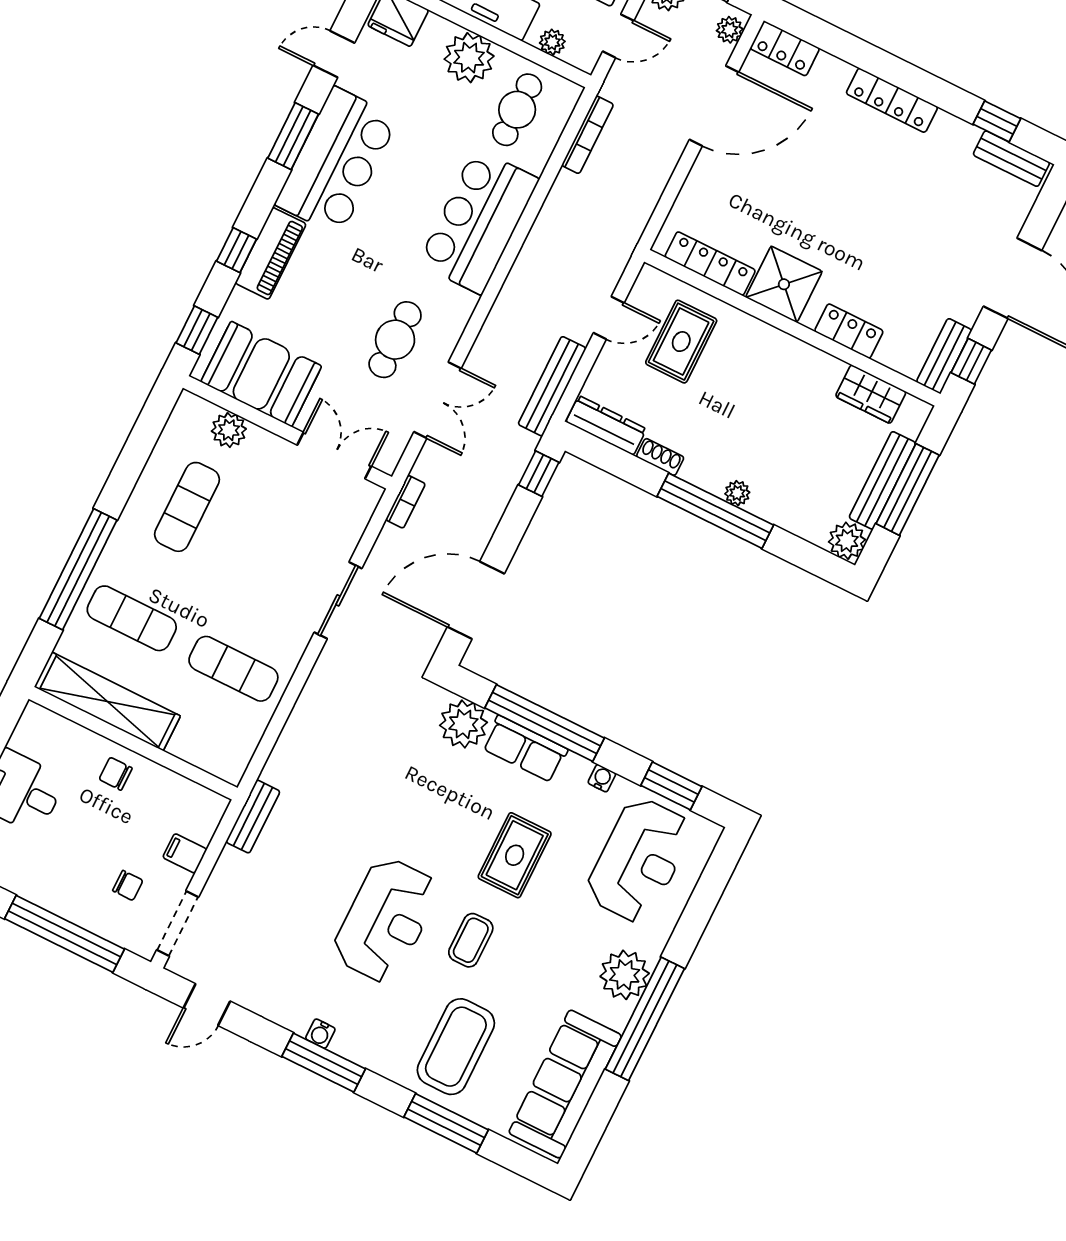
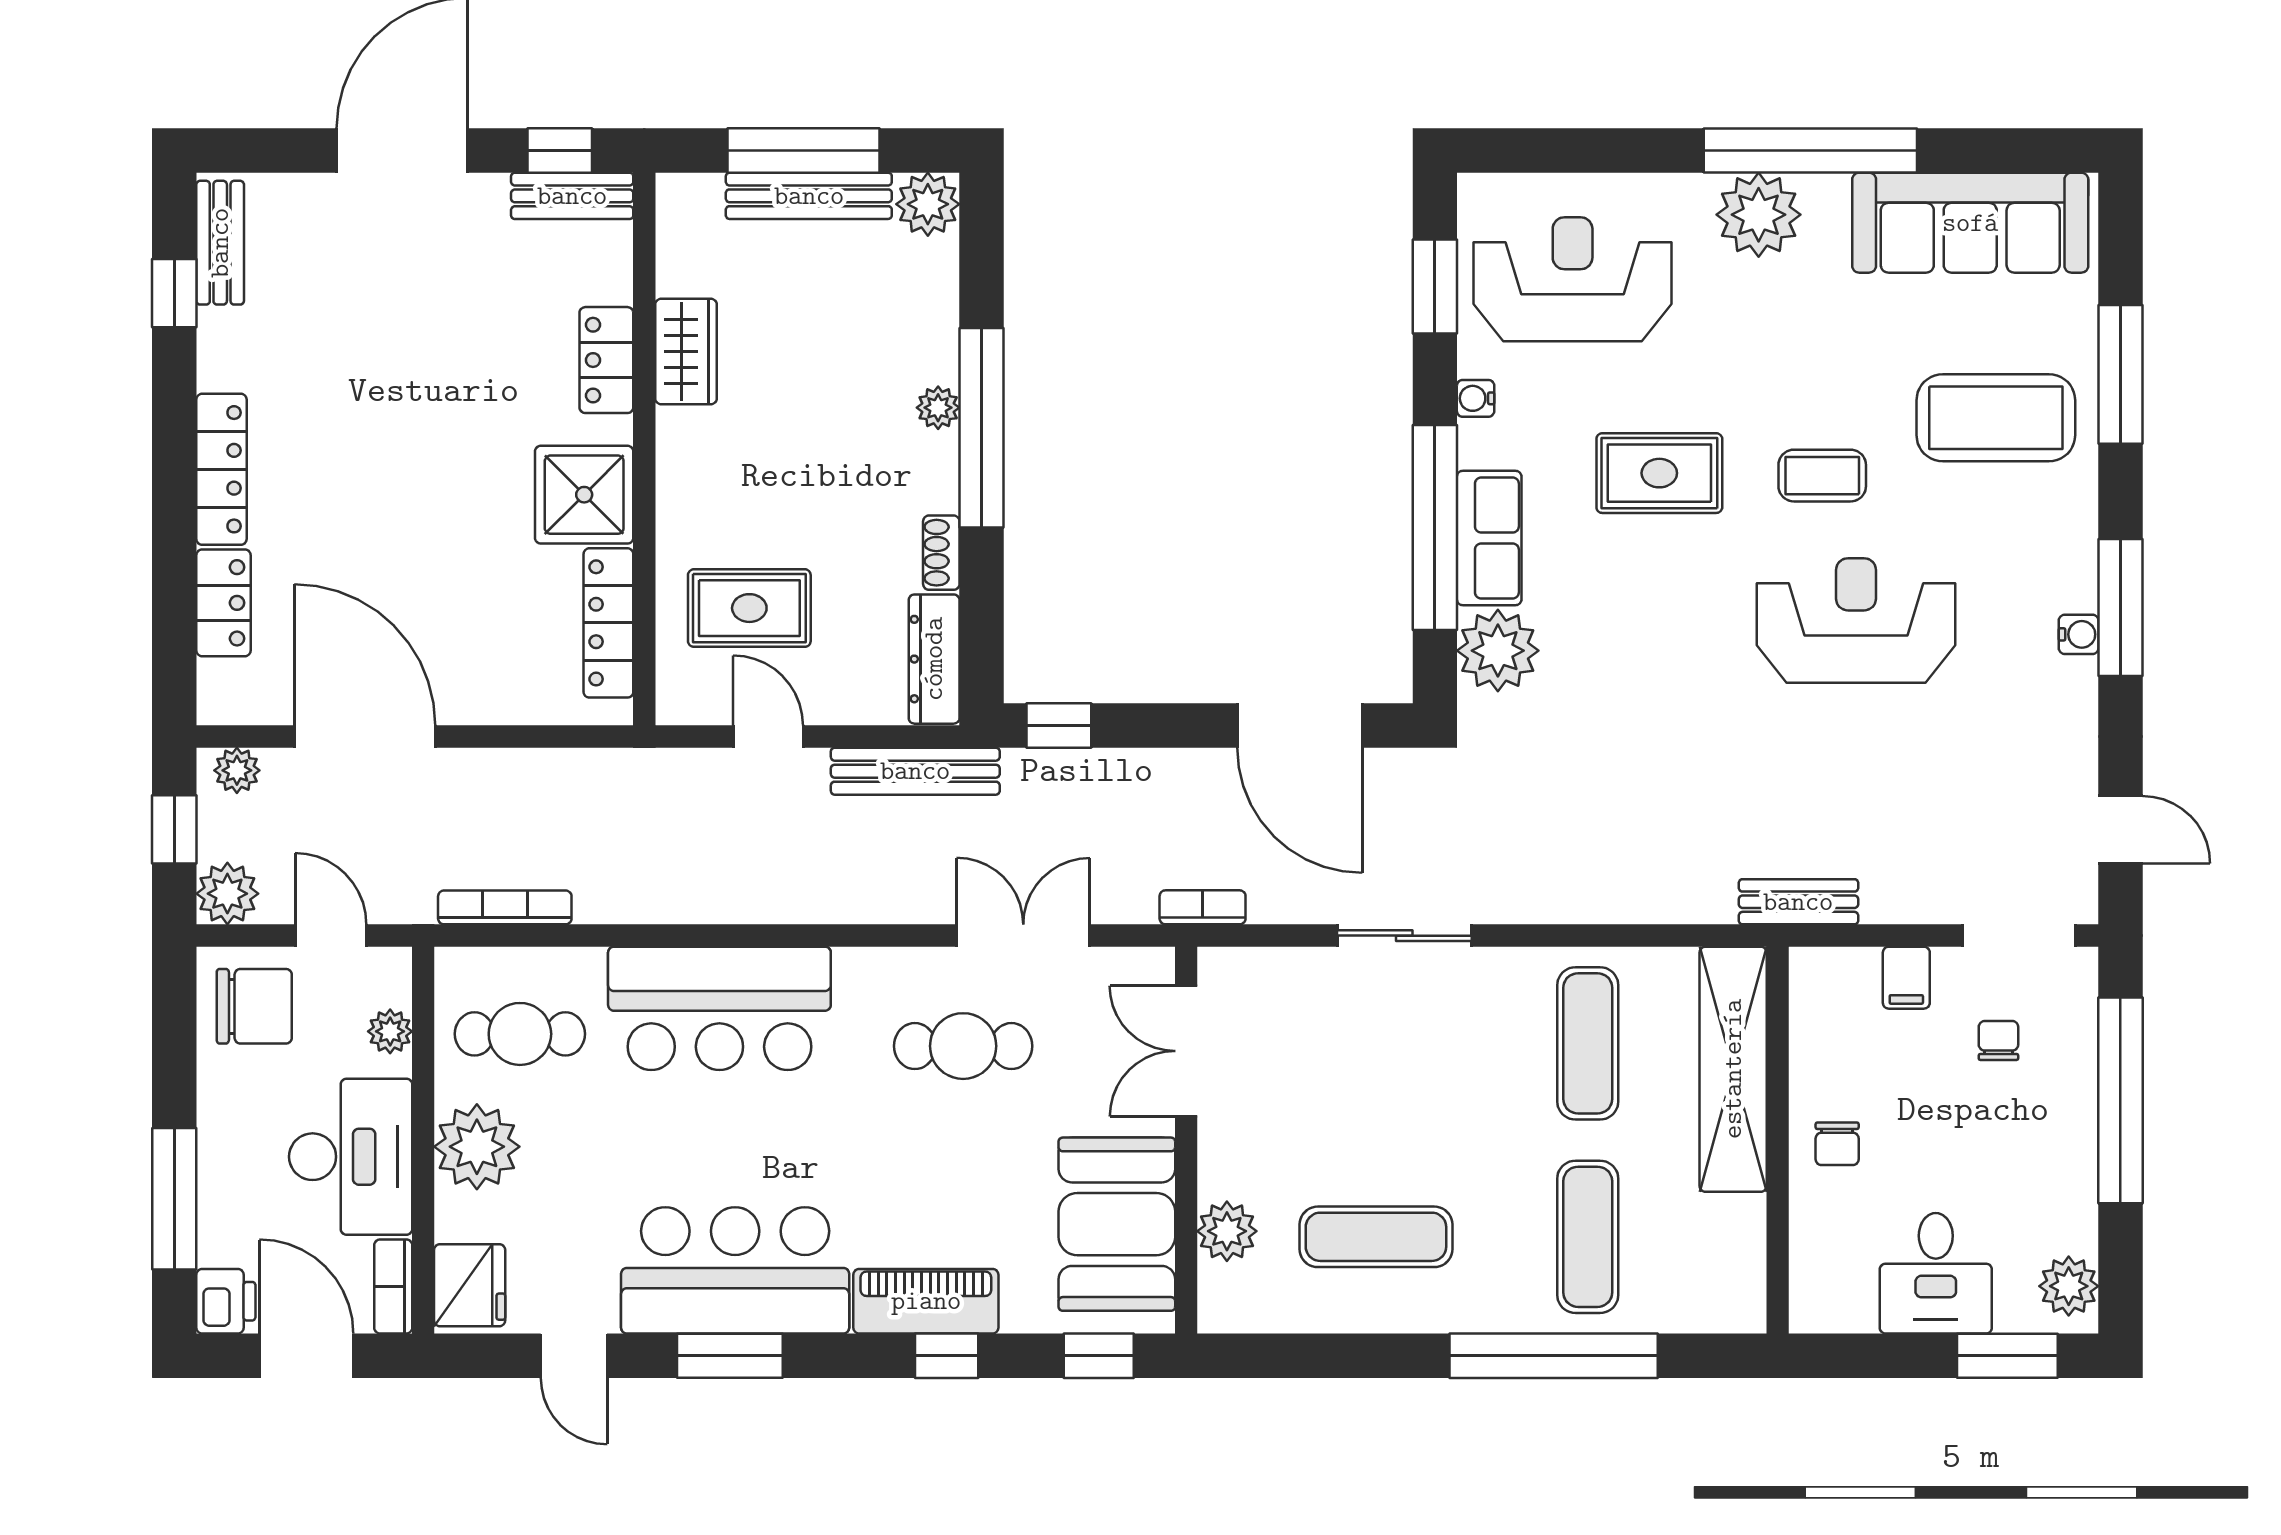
locker: (785, 48) -> (224, 603), moved
wardrobe: (871, 394) -> (686, 351), moved
shelving: (107, 701) -> (1733, 1069), moved

